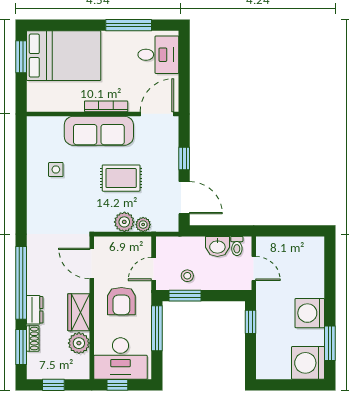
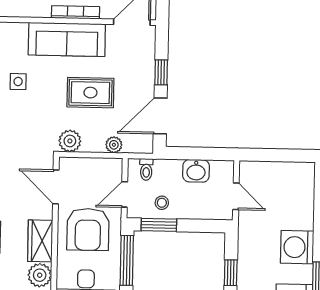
door: (184, 198) -> (160, 116), swing flipped
plant: (124, 222) -> (70, 141), moved
toilet: (237, 246) -> (146, 169), moved
armchair: (121, 301) -> (88, 229), width x1.36, depth x1.36
window: (250, 322) -> (231, 273), moved

